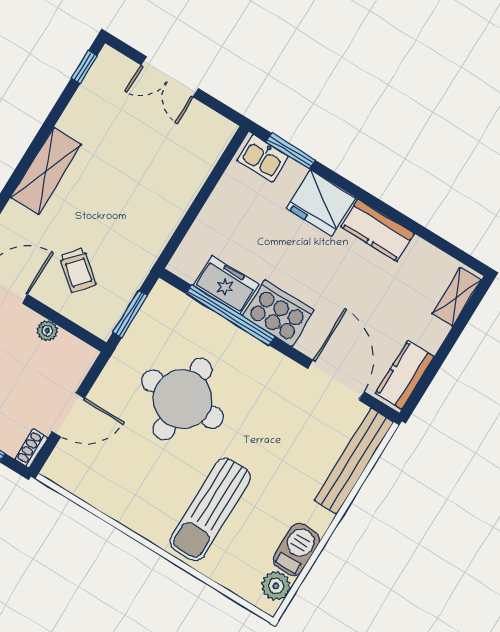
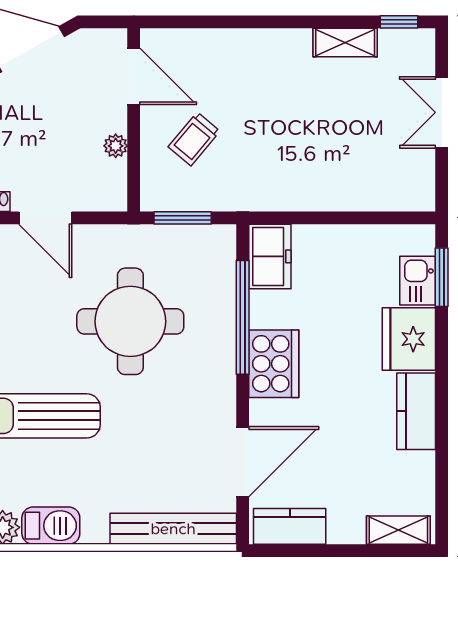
kitchen sink: (263, 158) -> (418, 281), moved
shelving: (46, 171) -> (345, 42), moved, width x0.67, depth x0.75
freezer: (226, 285) -> (270, 256), moved

